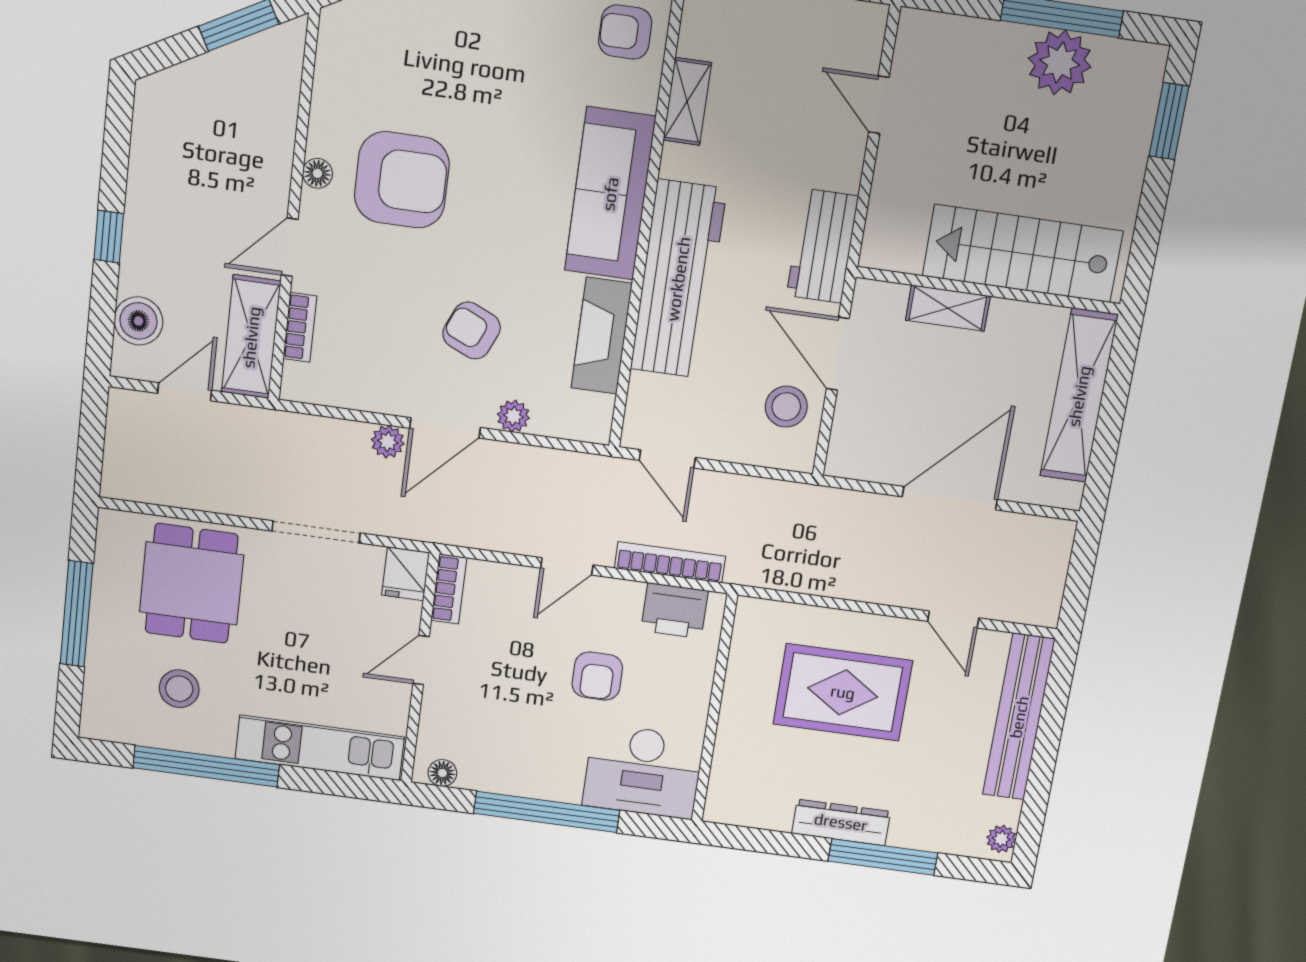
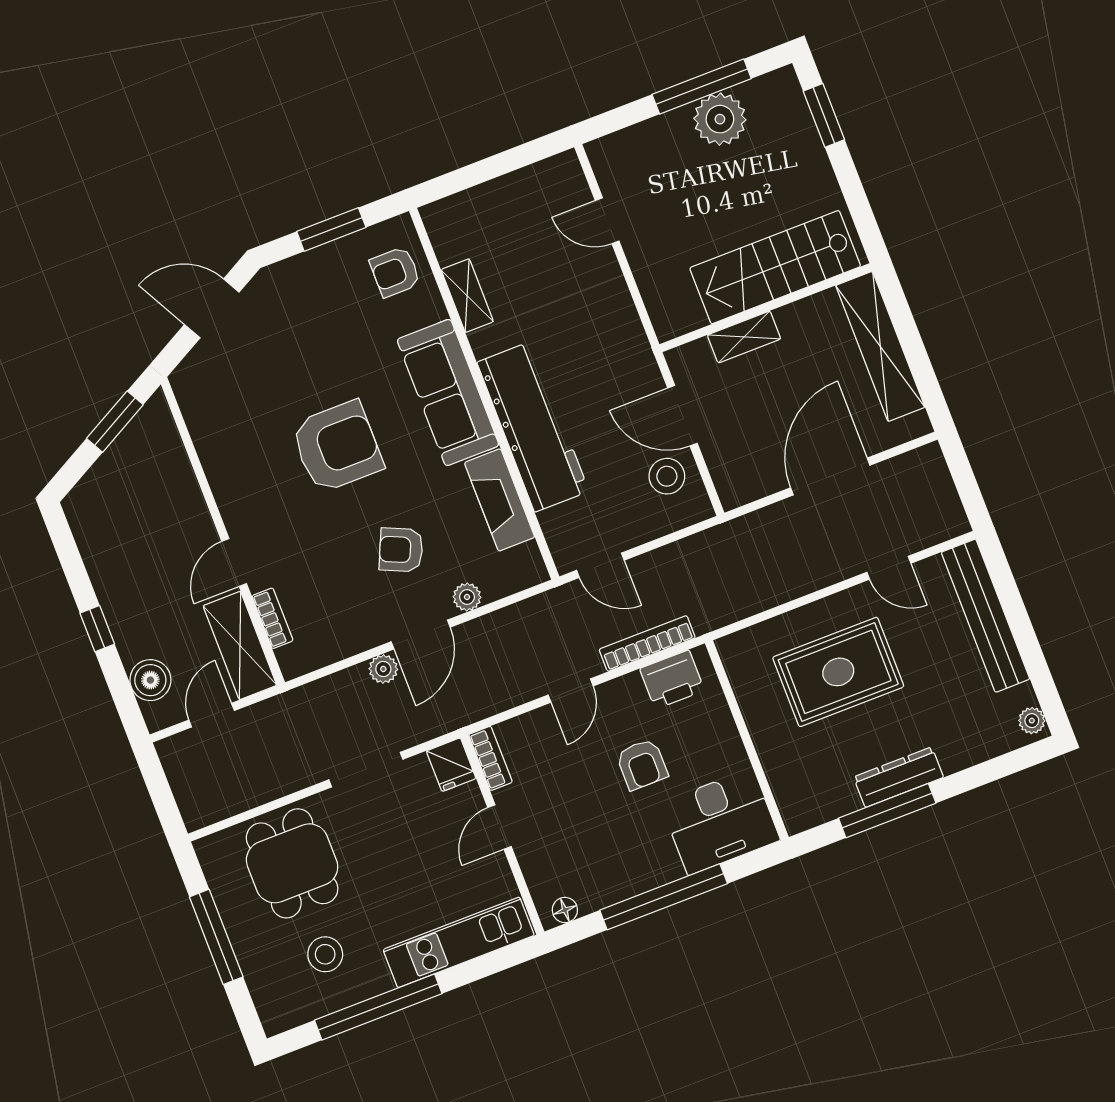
floor lamp: (317, 173) -> (227, 497), removed
armchair: (402, 180) -> (337, 447), moved
workbench: (822, 246) -> (625, 344), removed
window: (883, 857) -> (887, 811), moved

